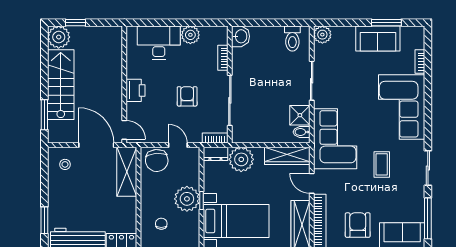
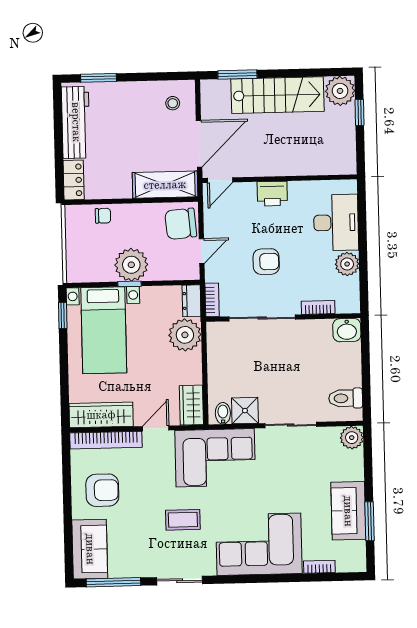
wardrobe: (287, 156) -> (191, 405), width x0.67
chair: (161, 224) -> (103, 216), moved

